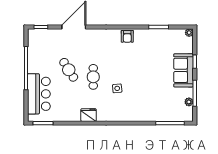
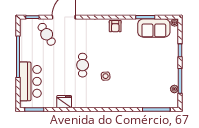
cafe table: (69, 70) -> (47, 34), moved
sofa: (183, 70) -> (154, 28), moved, turned -90
fridge: (89, 115) -> (64, 102), moved

